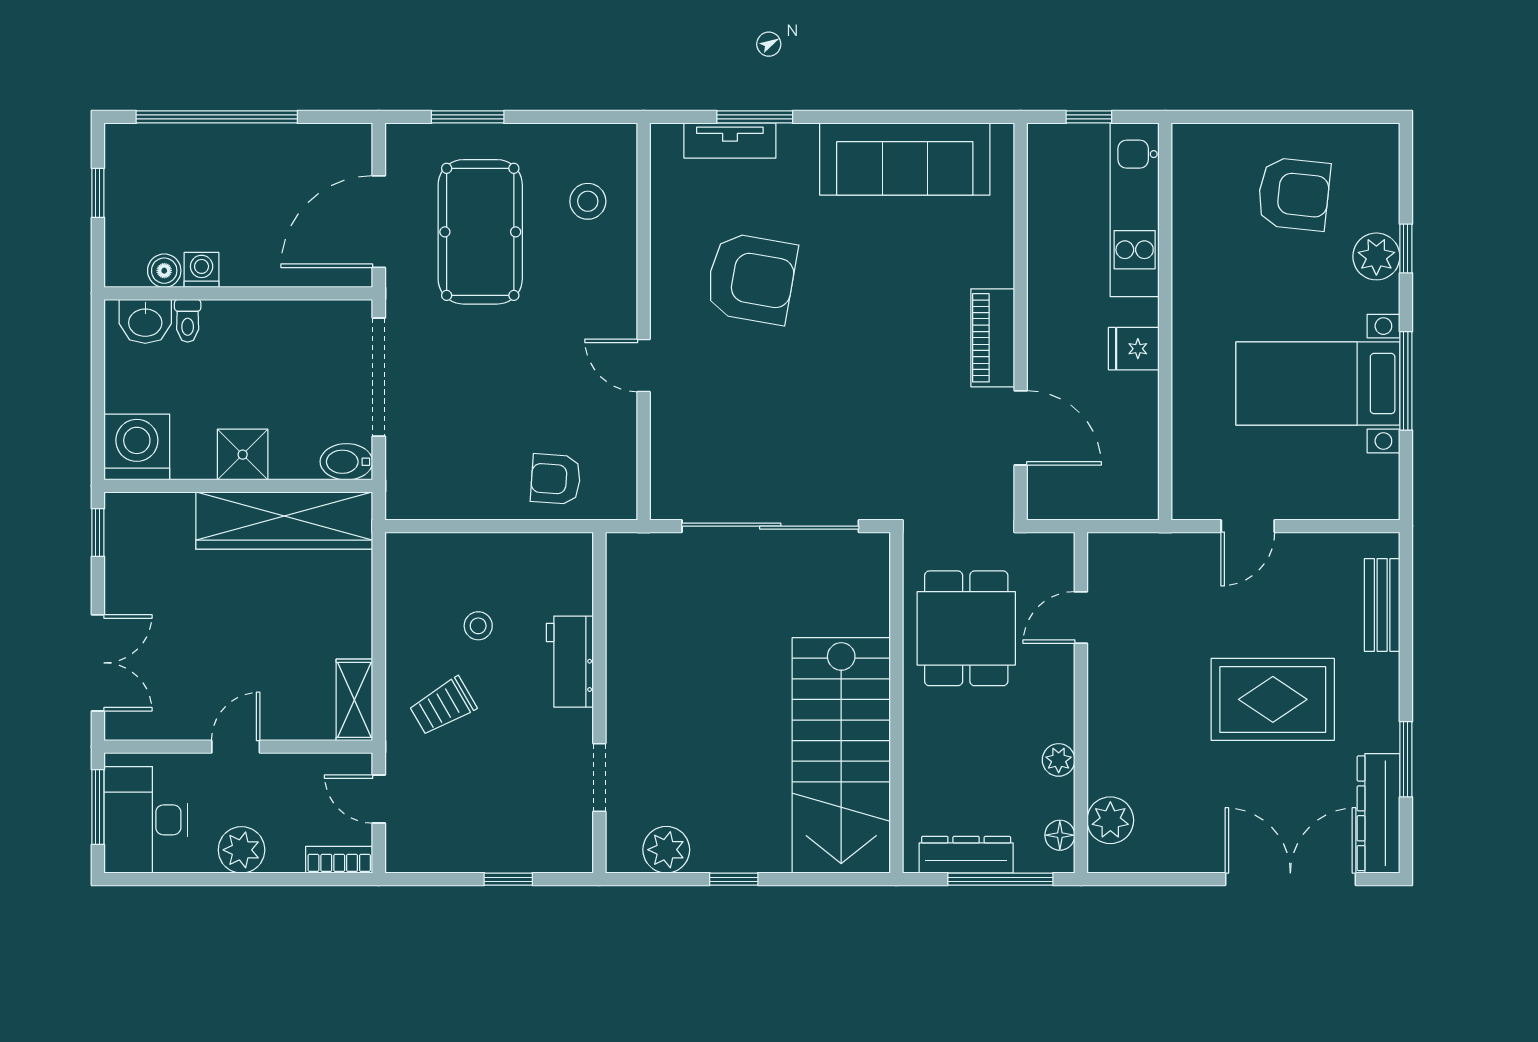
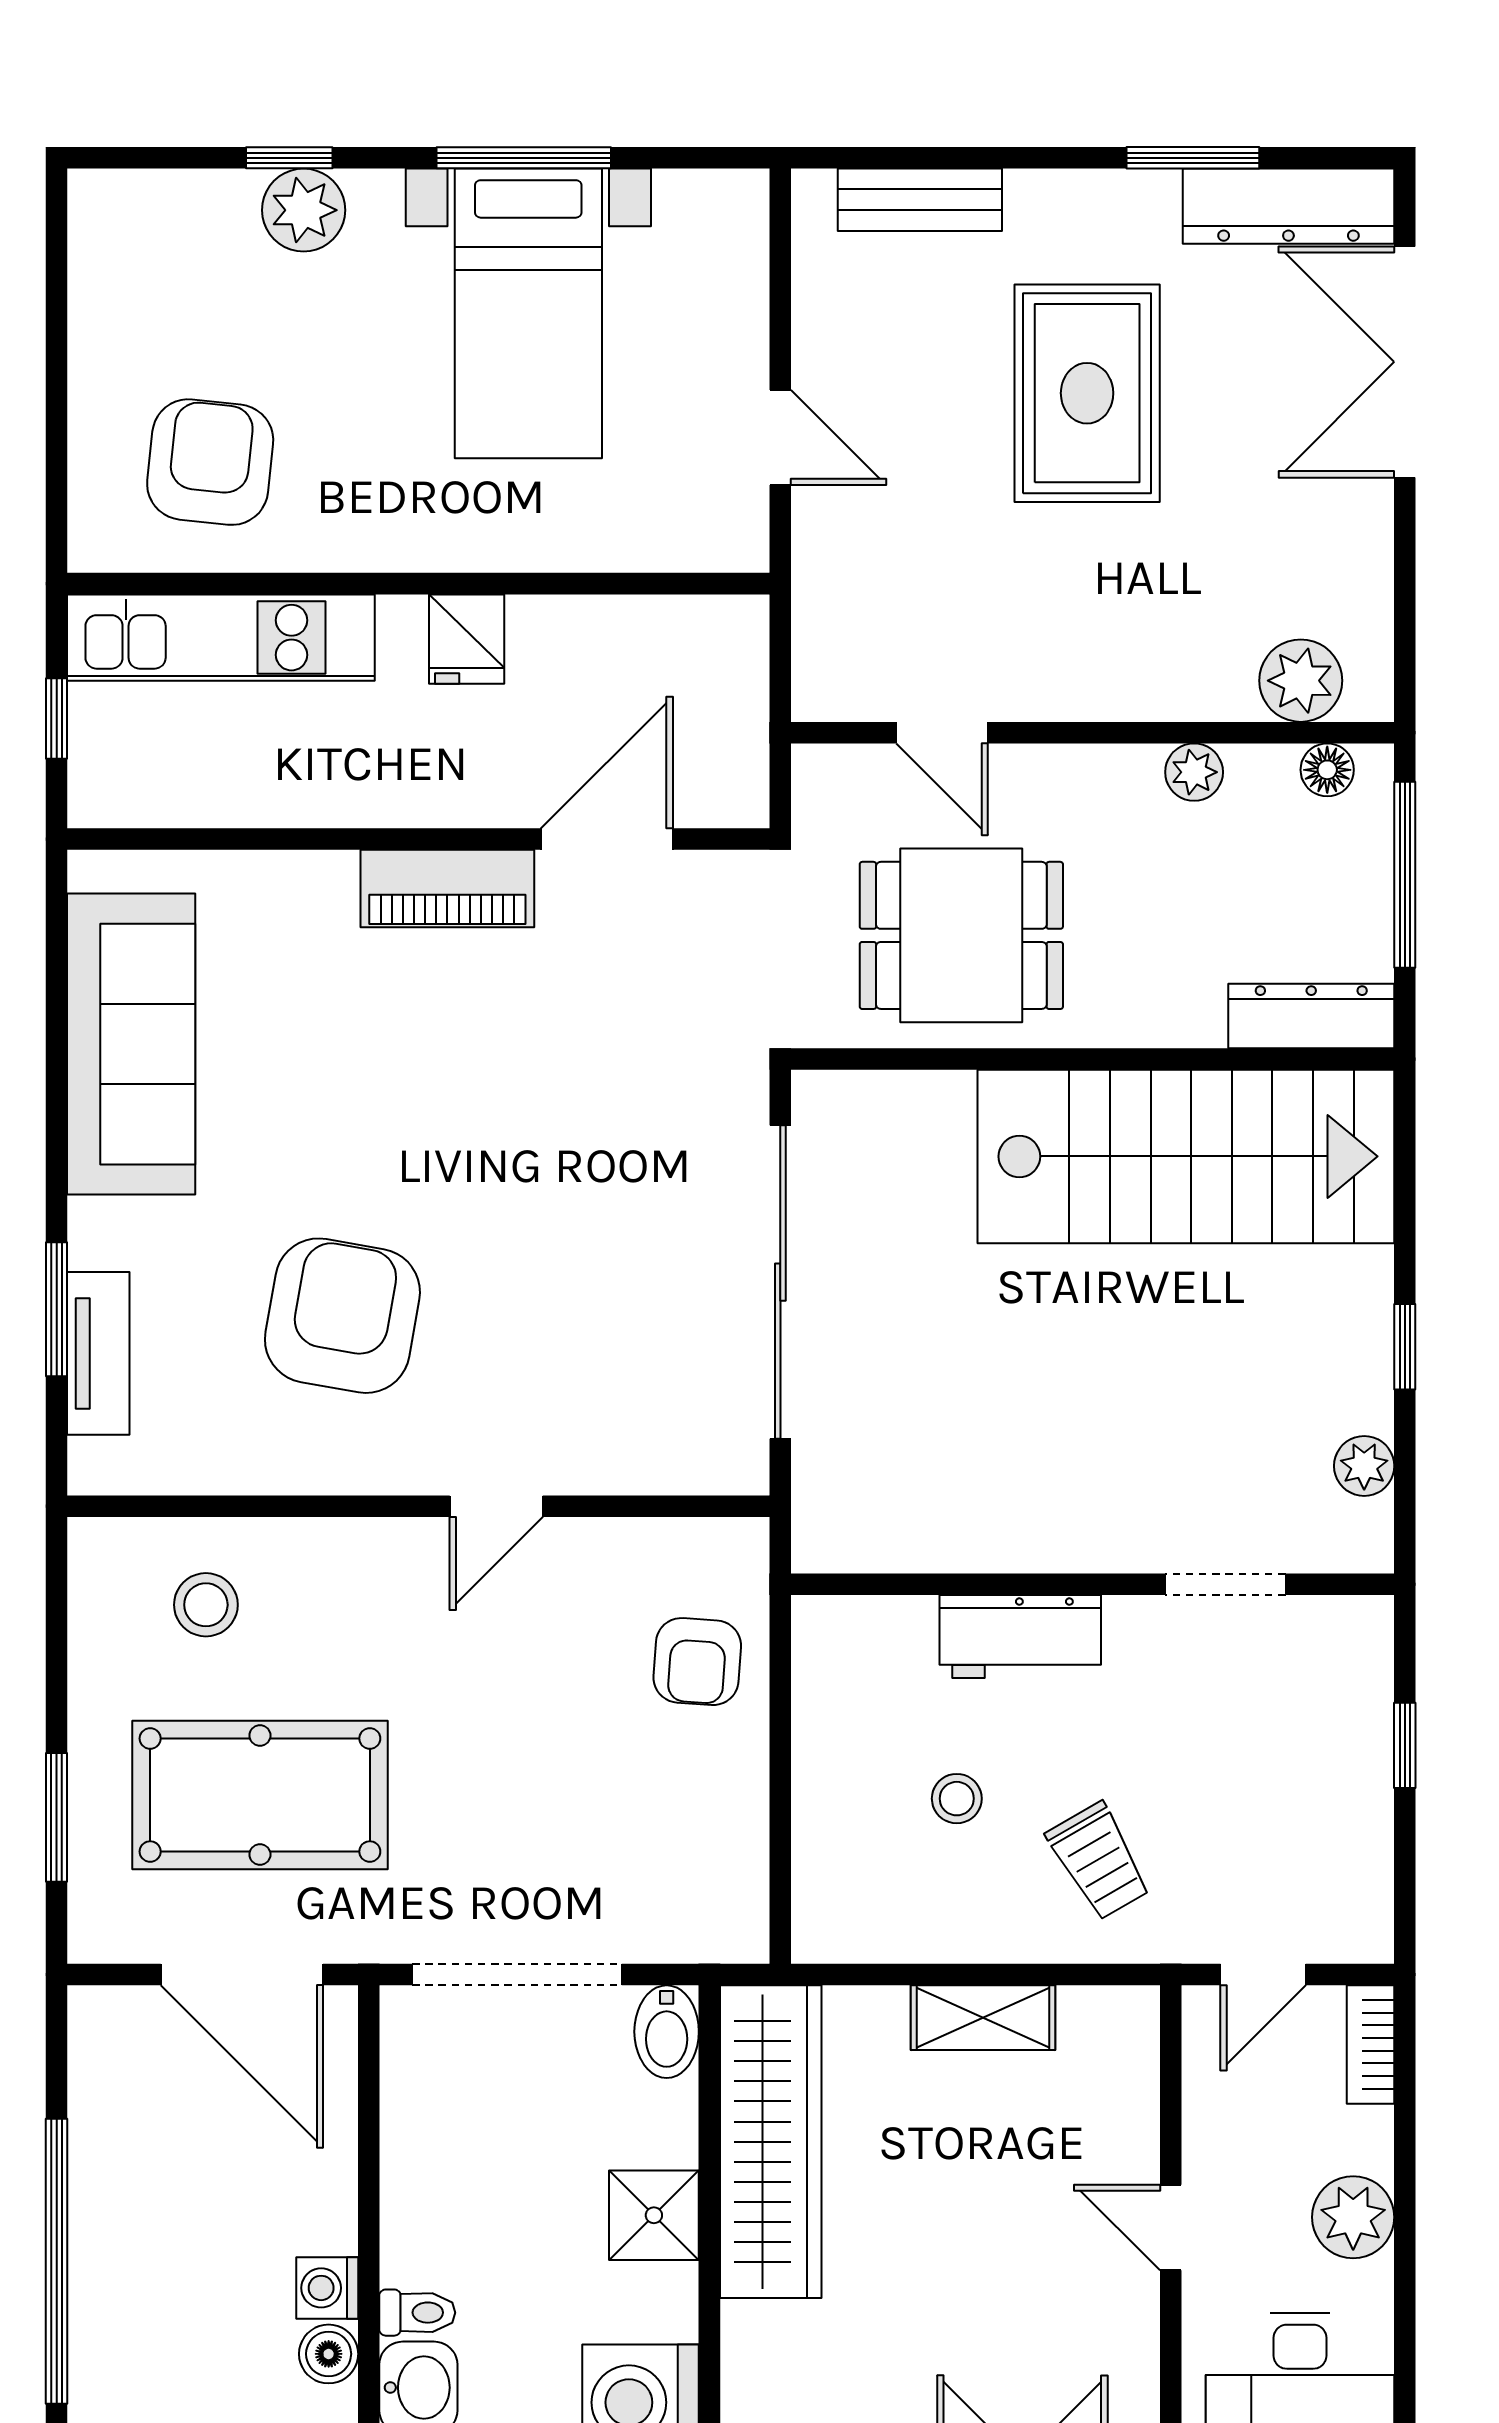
armchair: (1294, 194) -> (210, 462), moved
shelving: (354, 700) -> (983, 2018), moved
plant: (666, 850) -> (1364, 1466), width x0.73, depth x0.73
dresser: (966, 855) -> (1311, 1016), moved, turned 90

